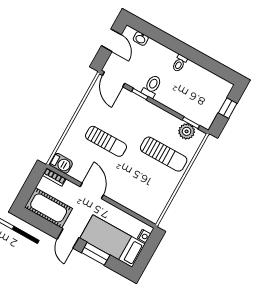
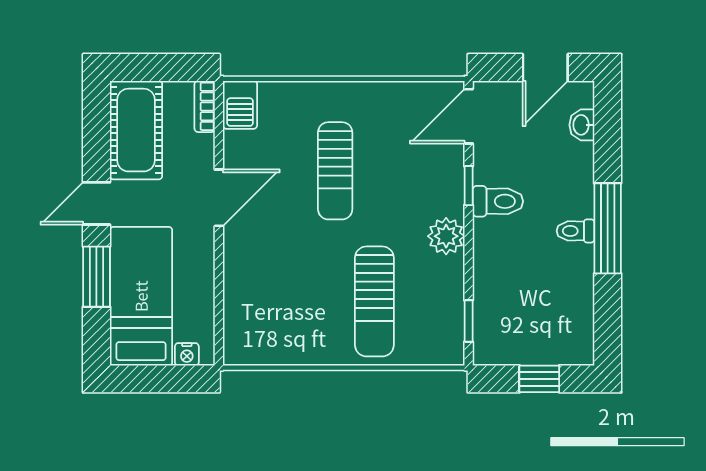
window: (185, 51) -> (608, 228), added
plant: (187, 131) -> (446, 236), moved

